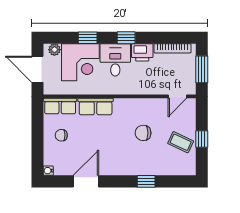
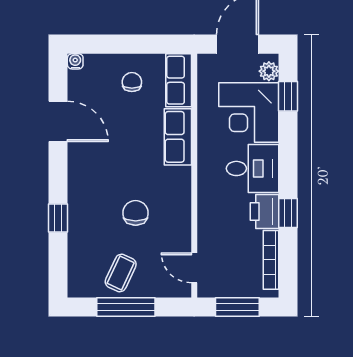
window: (88, 38) -> (288, 96), moved
window: (126, 38) -> (288, 213), moved
window: (202, 139) -> (126, 307), width x2.17

